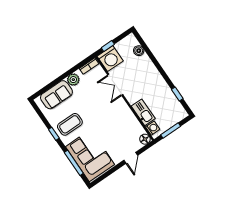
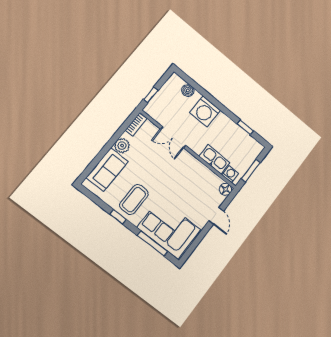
washing machine: (110, 59) -> (205, 111), moved, turned 90

